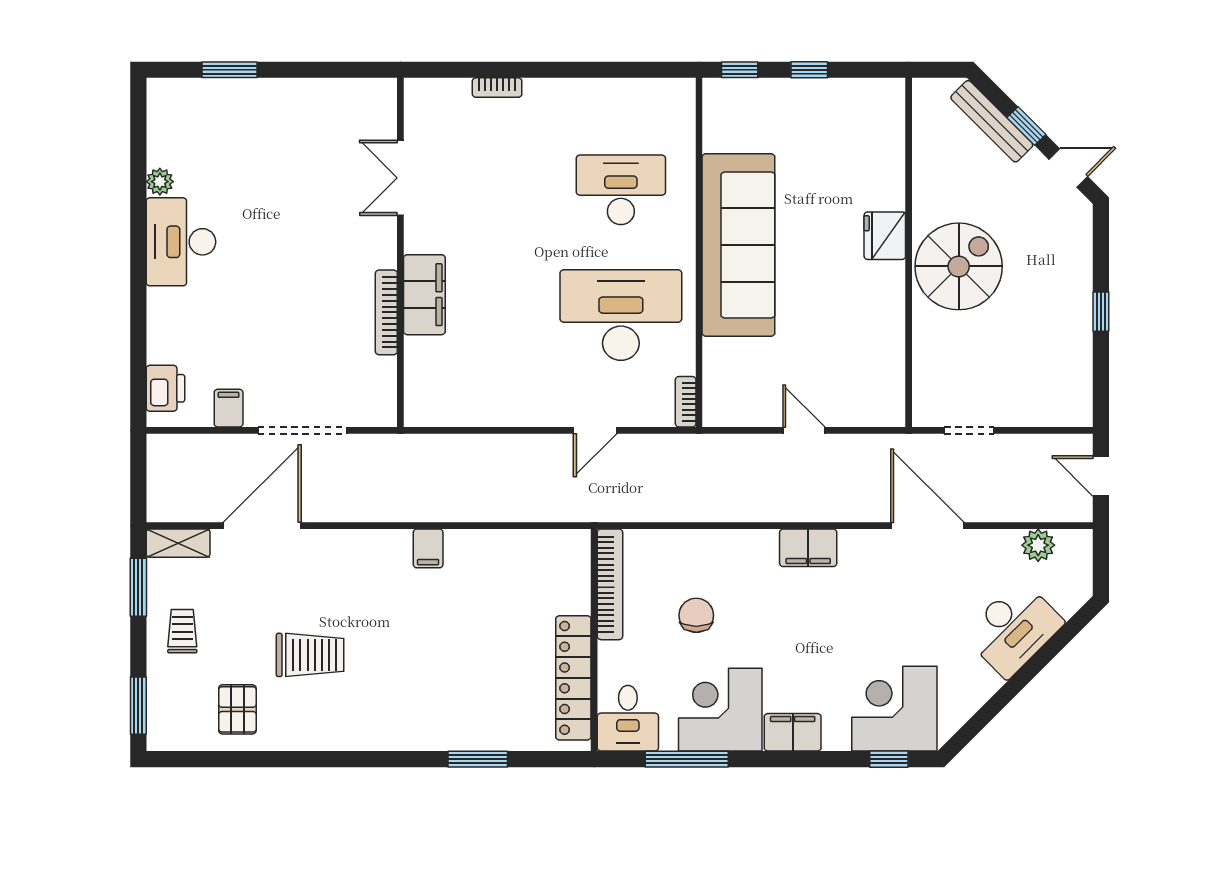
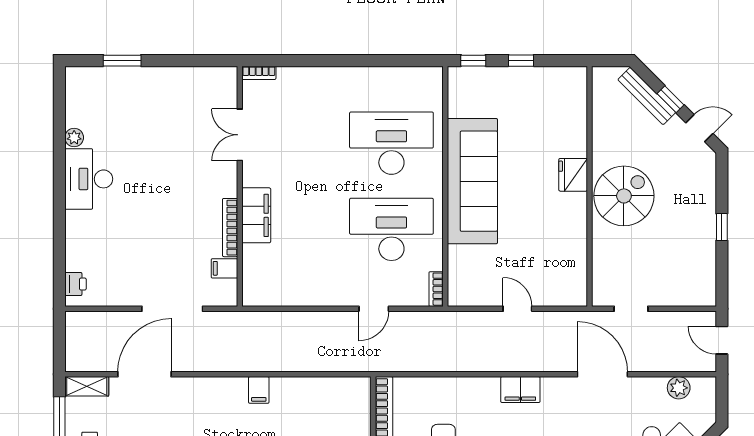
bookcase: (497, 88) -> (259, 73), moved
desk: (621, 190) -> (391, 143), width x1.36, depth x1.30
printer: (165, 388) -> (75, 284), width x0.73, depth x0.81
filing cabinet: (229, 408) -> (224, 268), moved, turned -90

